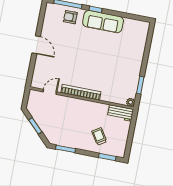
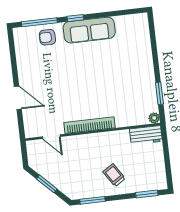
door: (36, 45) -> (18, 98), moved
door: (50, 92) -> (51, 137), swing flipped
trolley: (99, 136) -> (114, 175), moved

